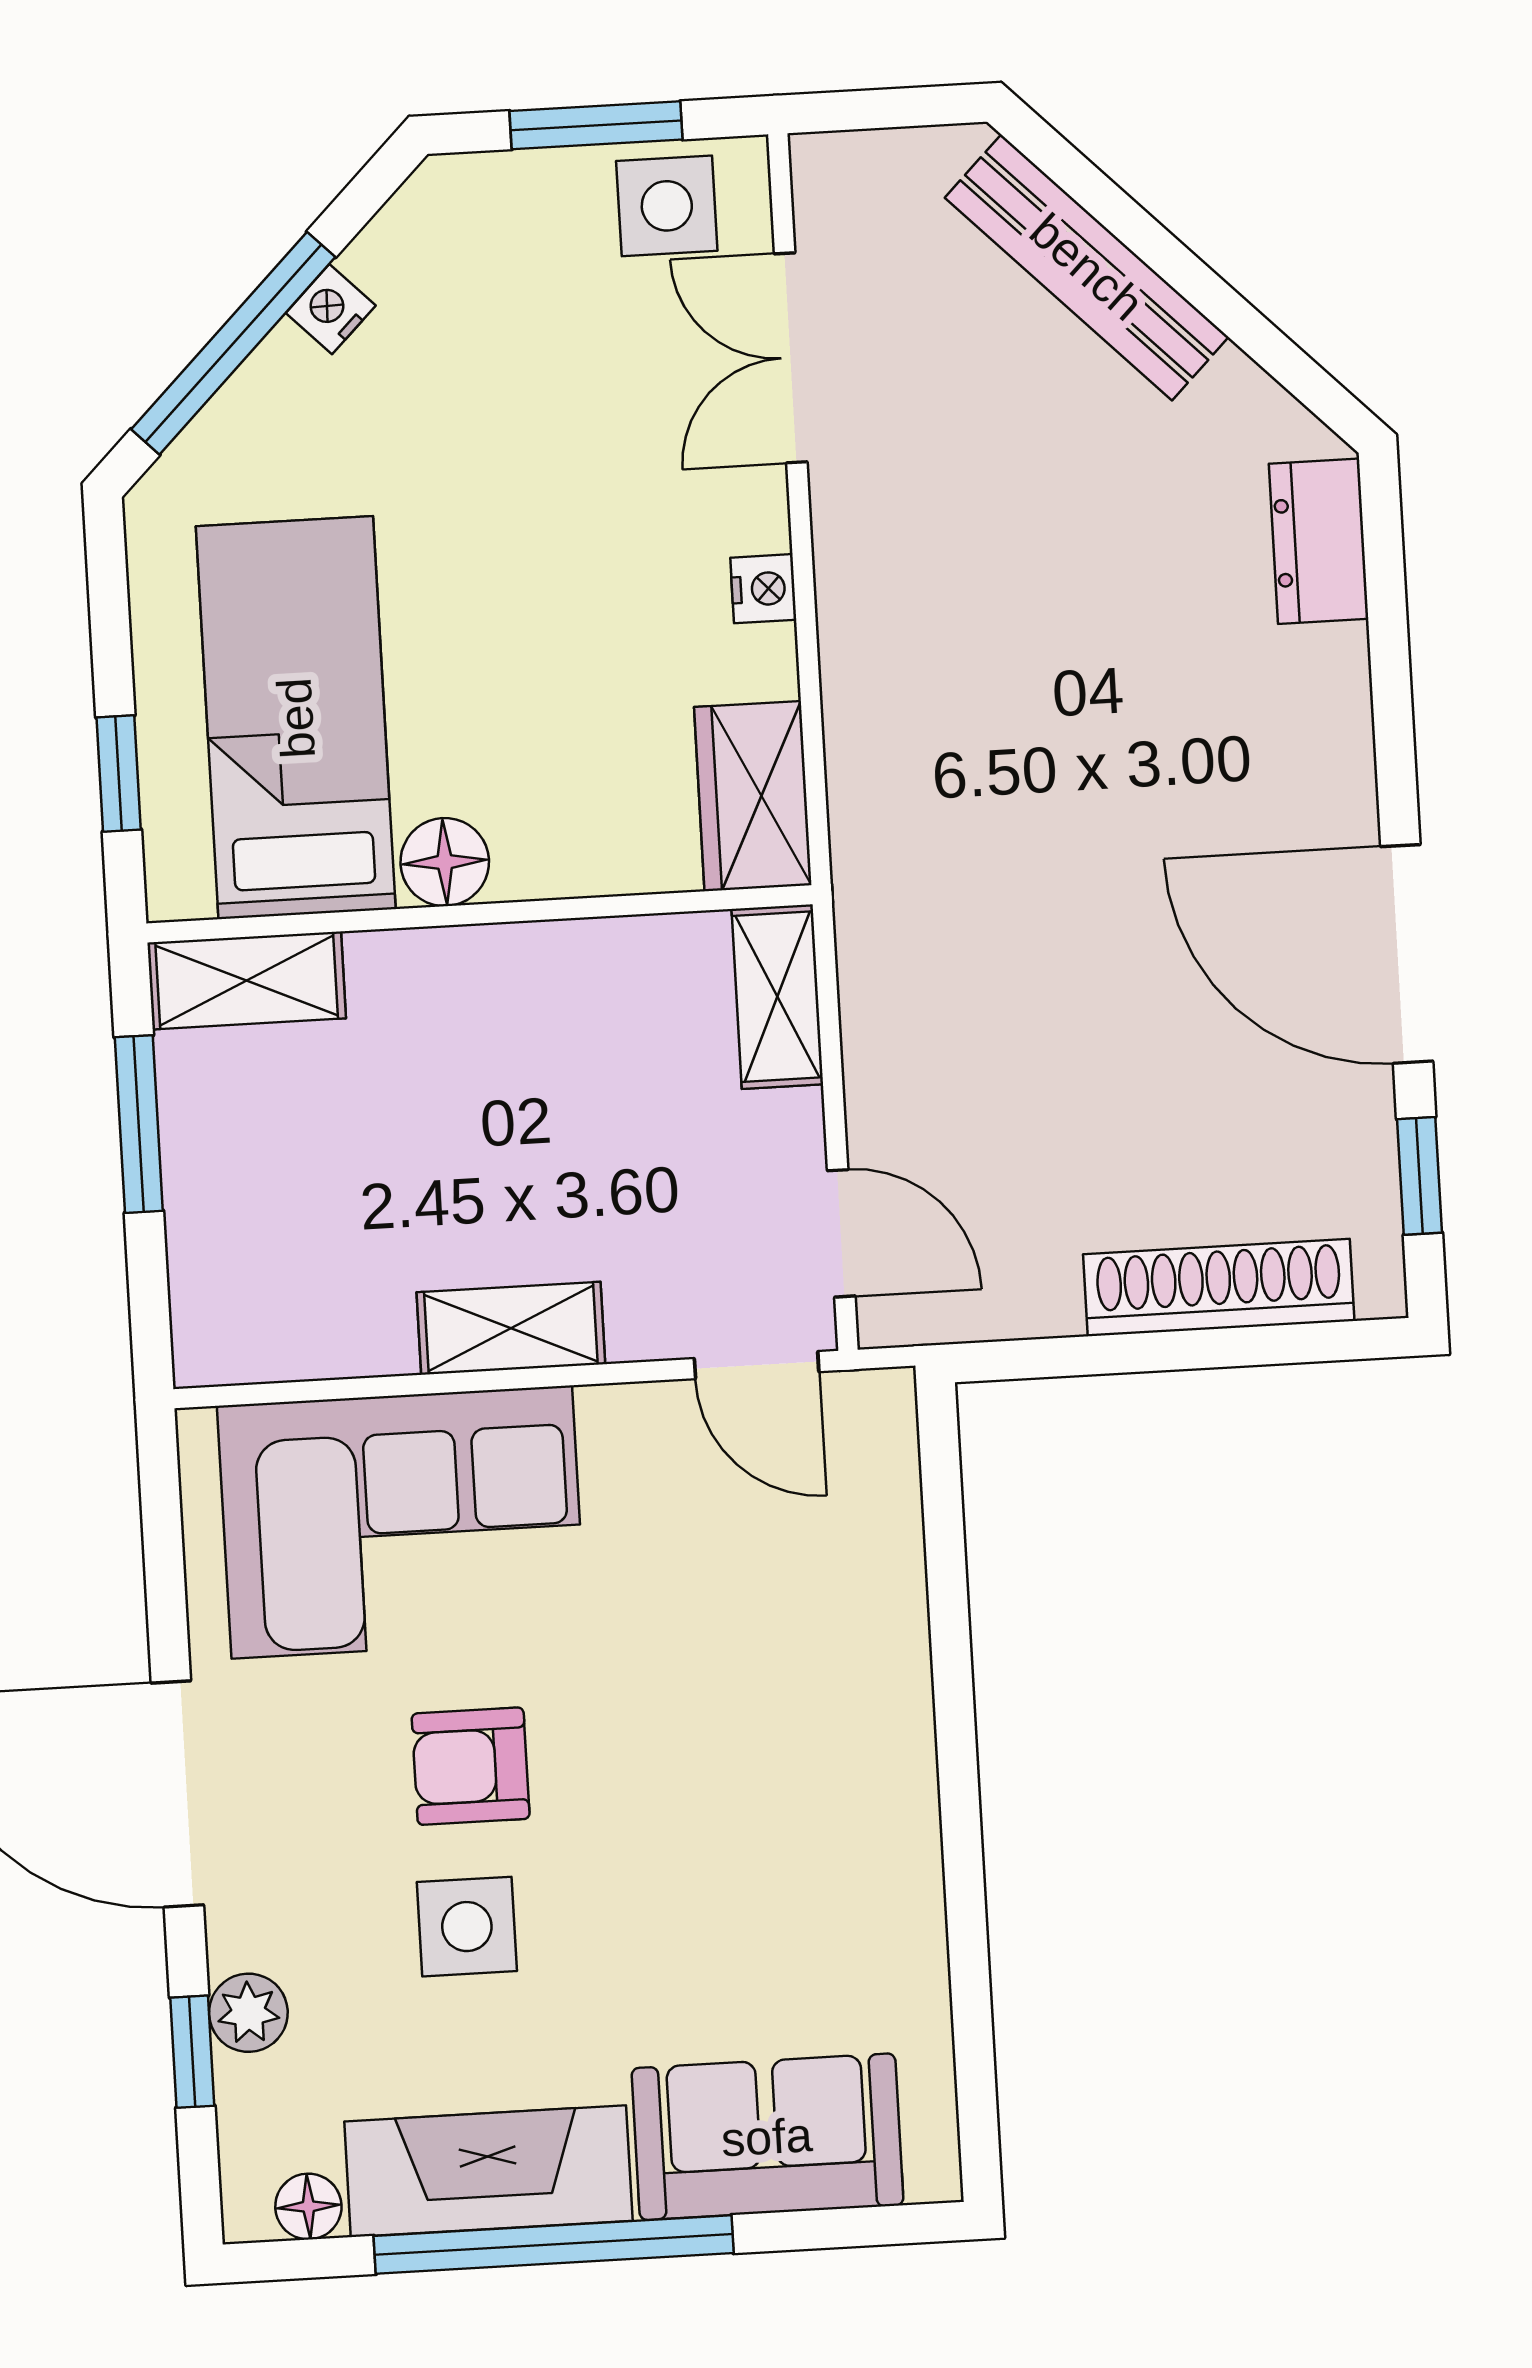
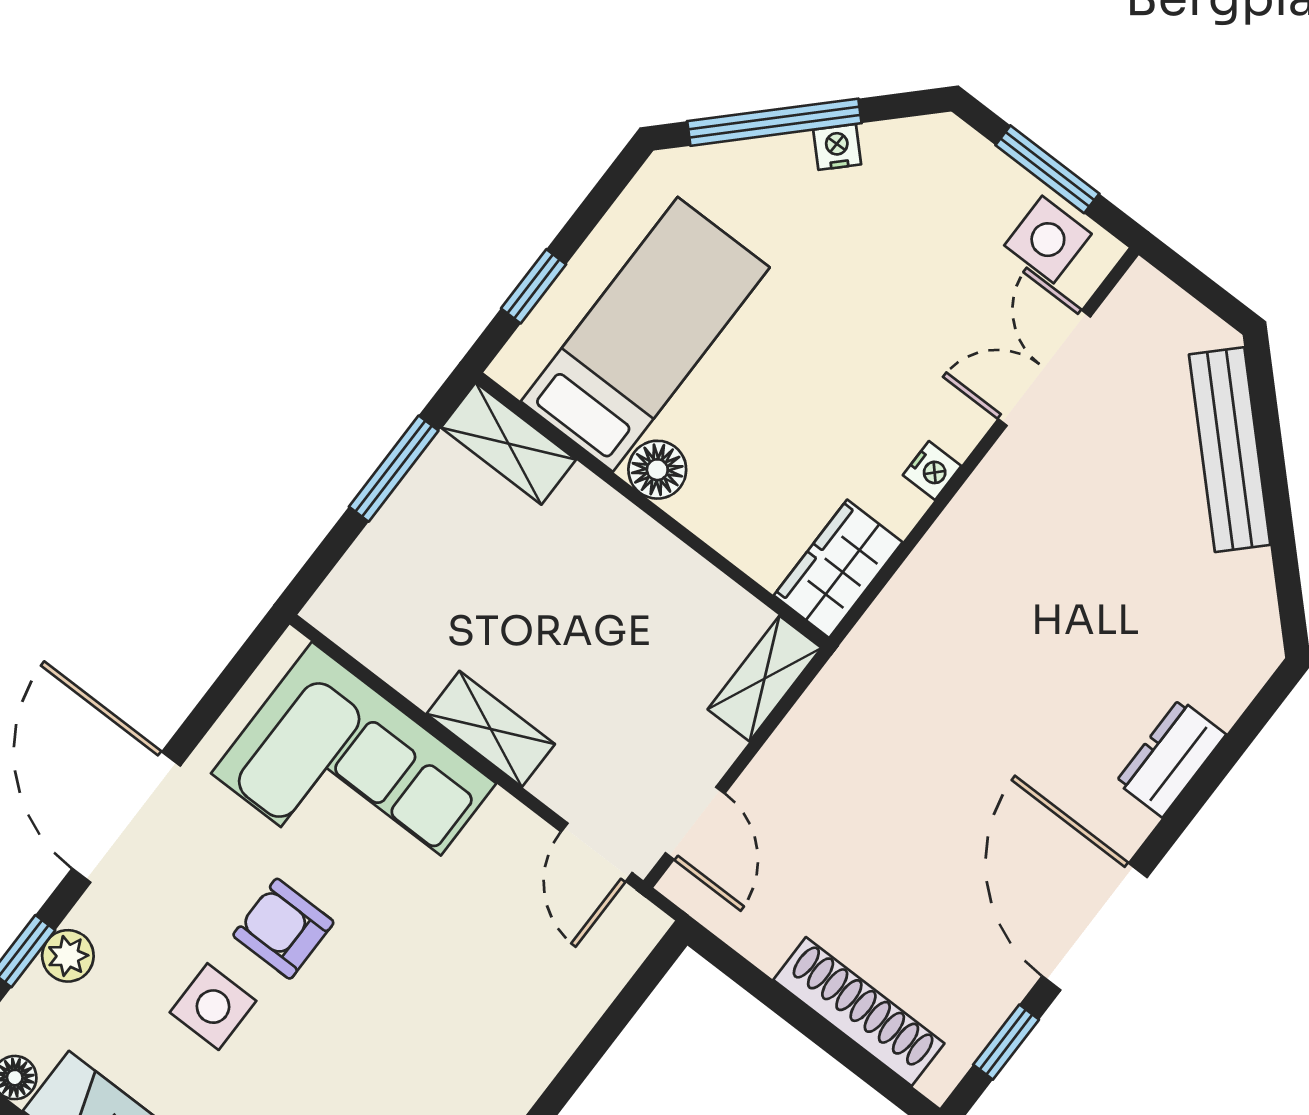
dresser: (1319, 541) -> (1171, 758), moved

